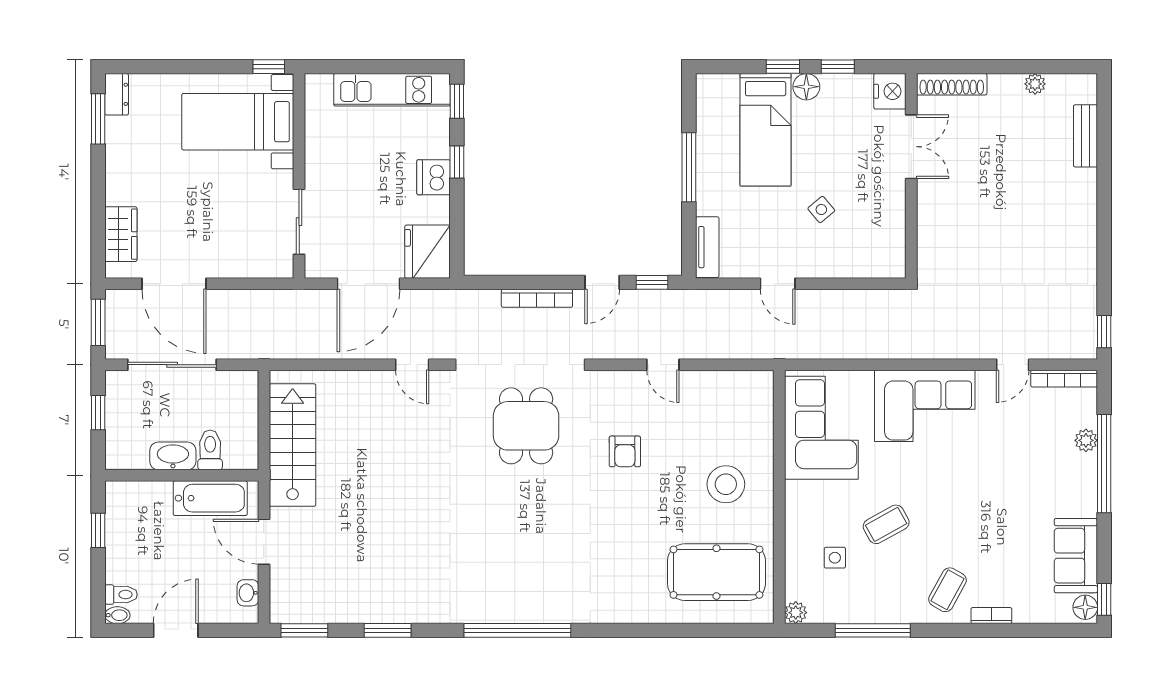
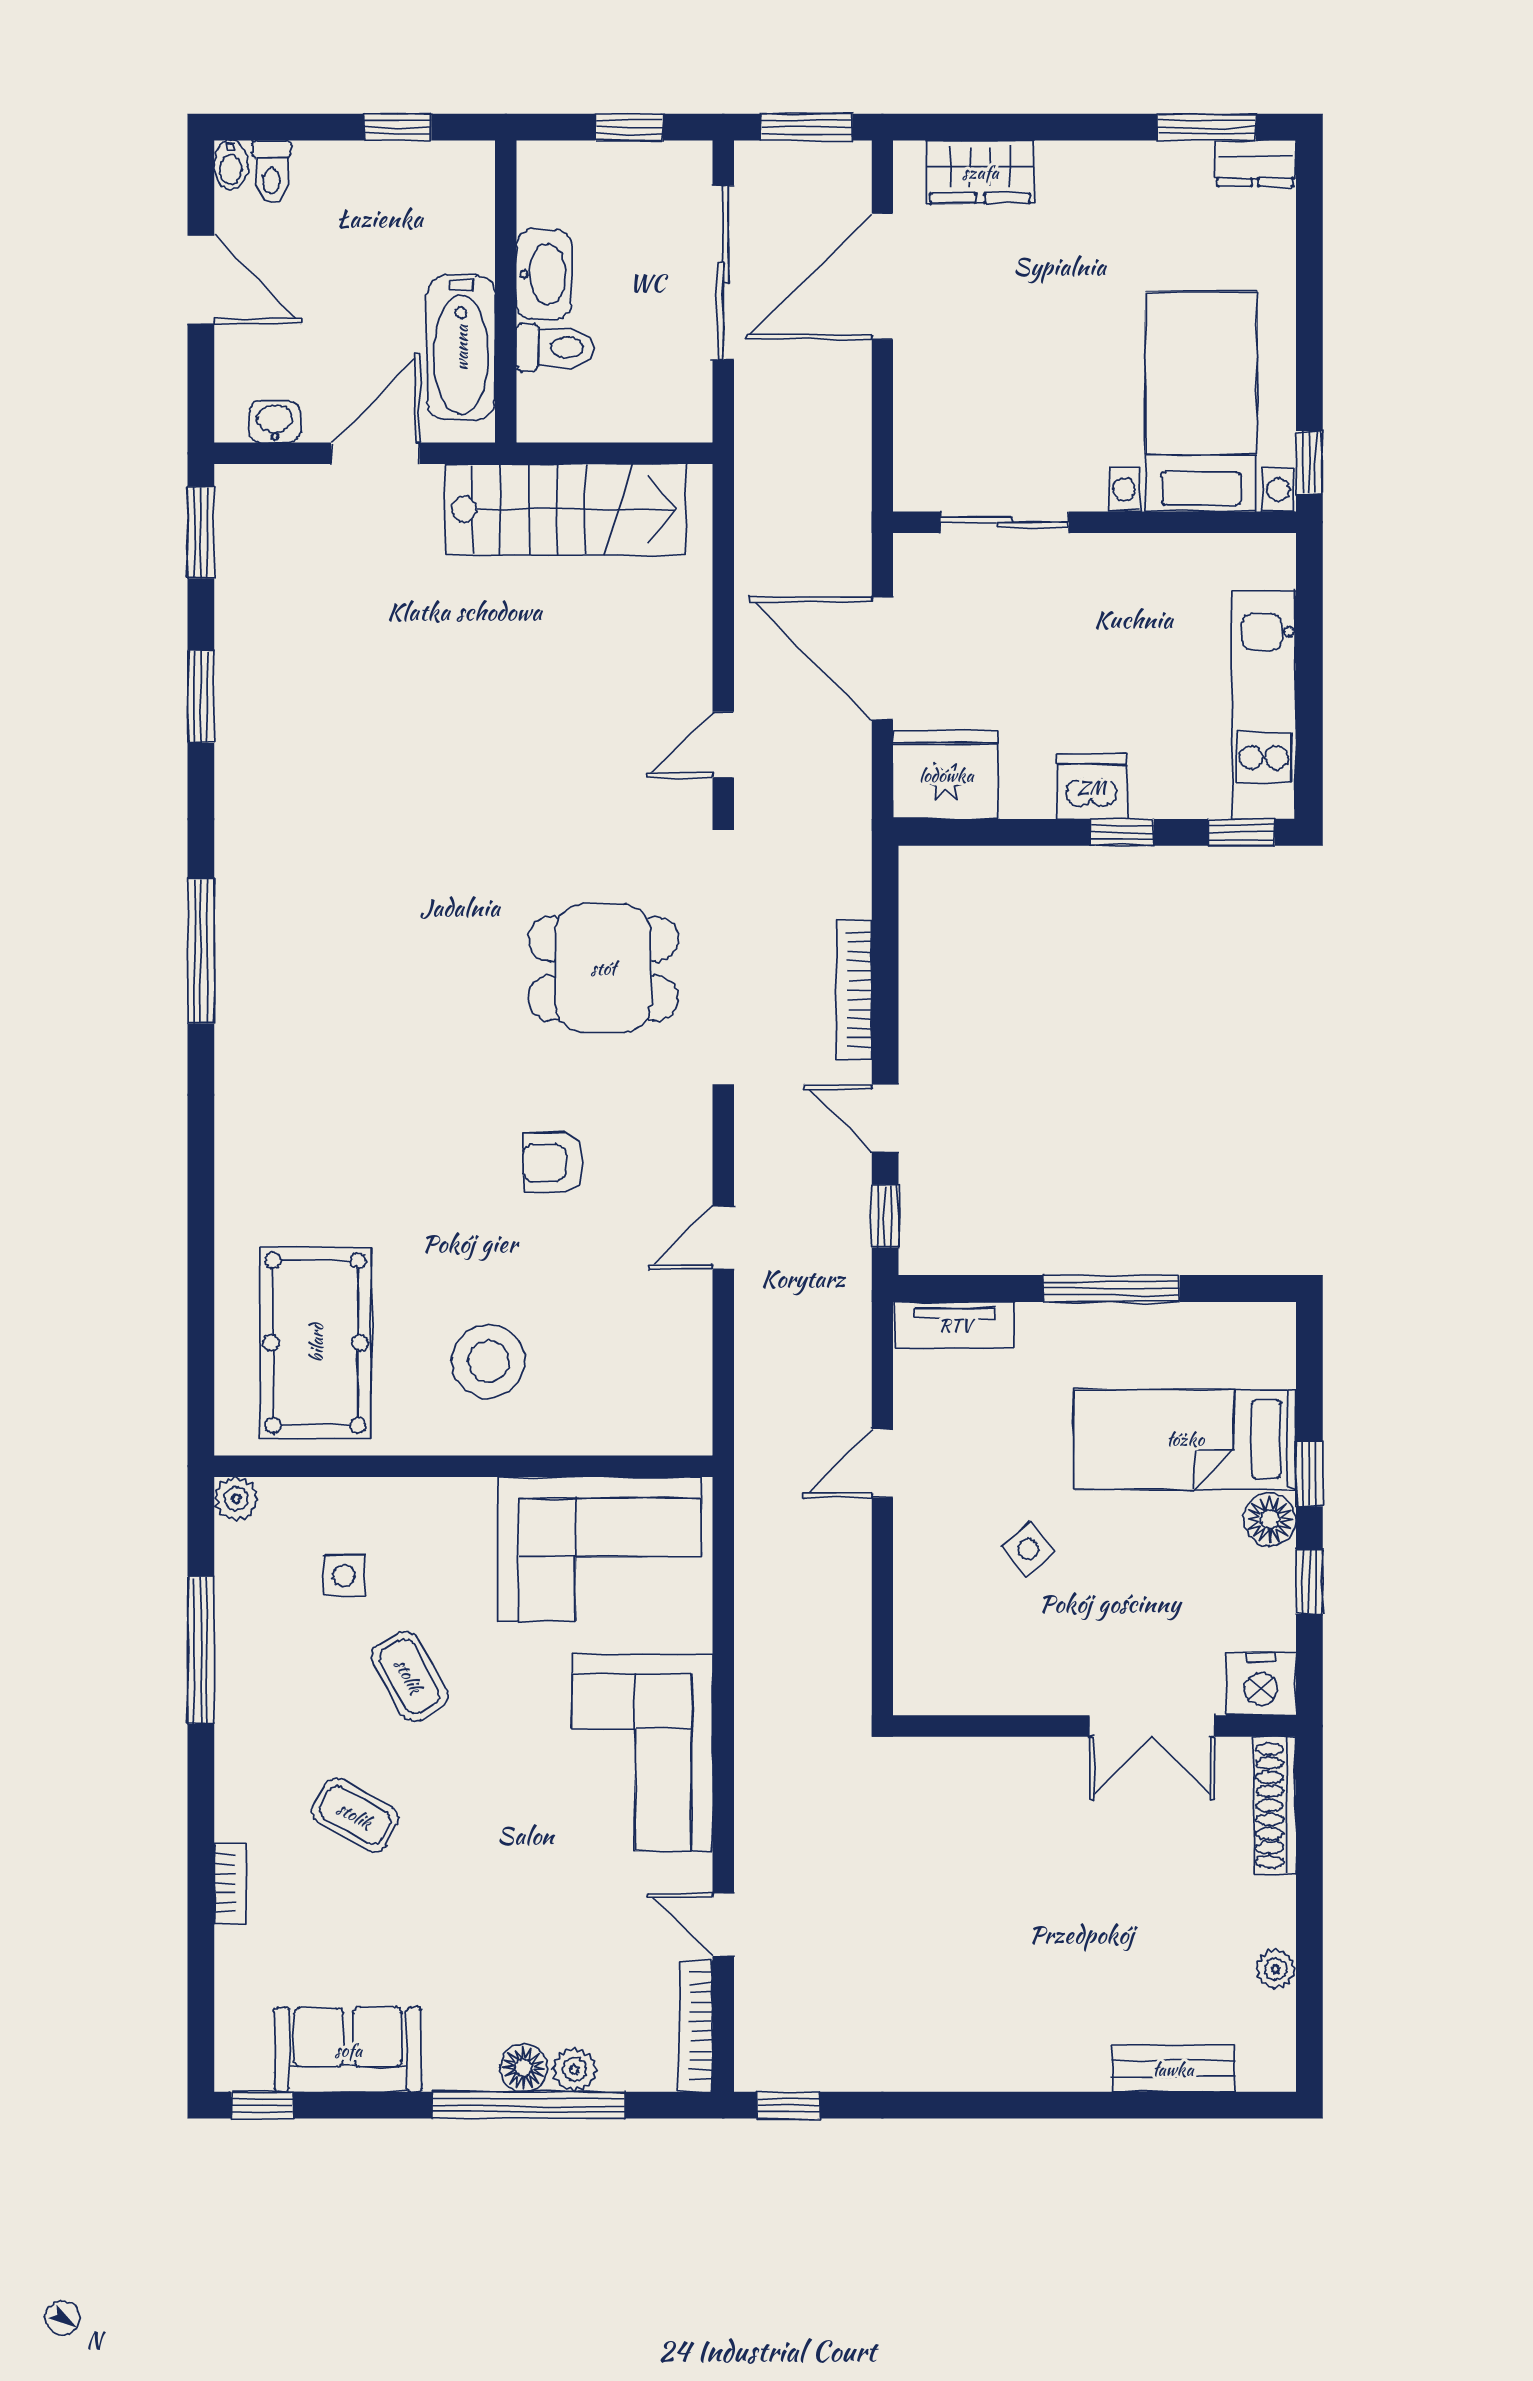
coffee table: (948, 590) -> (355, 1815), moved
floor lamp: (1085, 607) -> (524, 2068), moved
window: (517, 630) -> (201, 951), width x0.68

